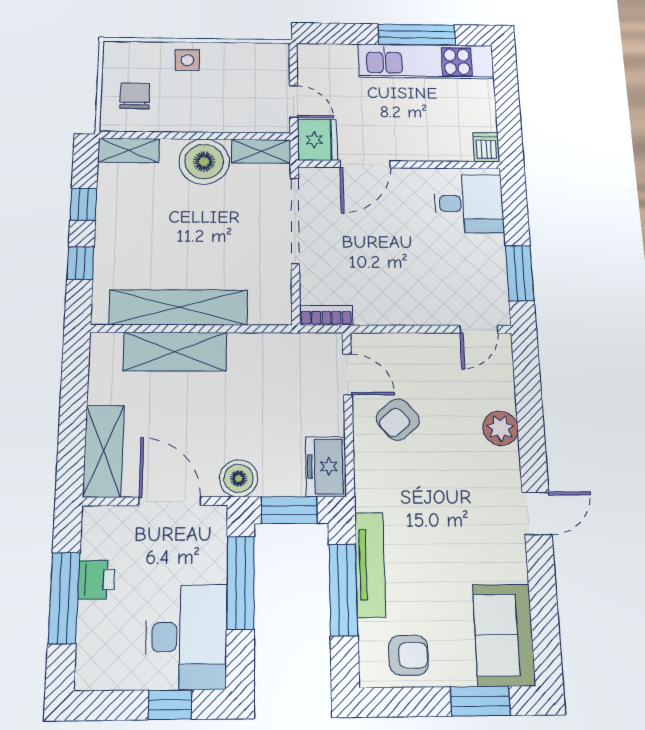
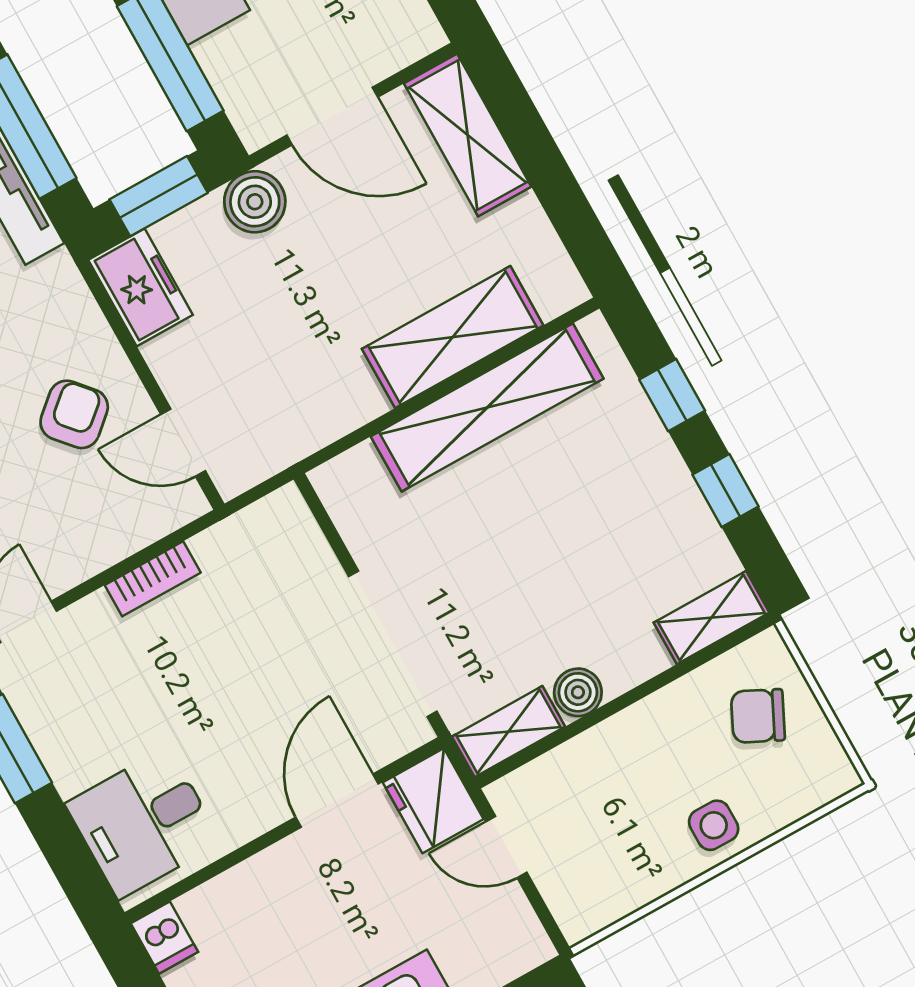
chair: (135, 96) -> (758, 716), turned 116
boiler: (204, 162) -> (578, 692), width x0.54, depth x0.54
bookcase: (326, 315) -> (153, 579), moved

